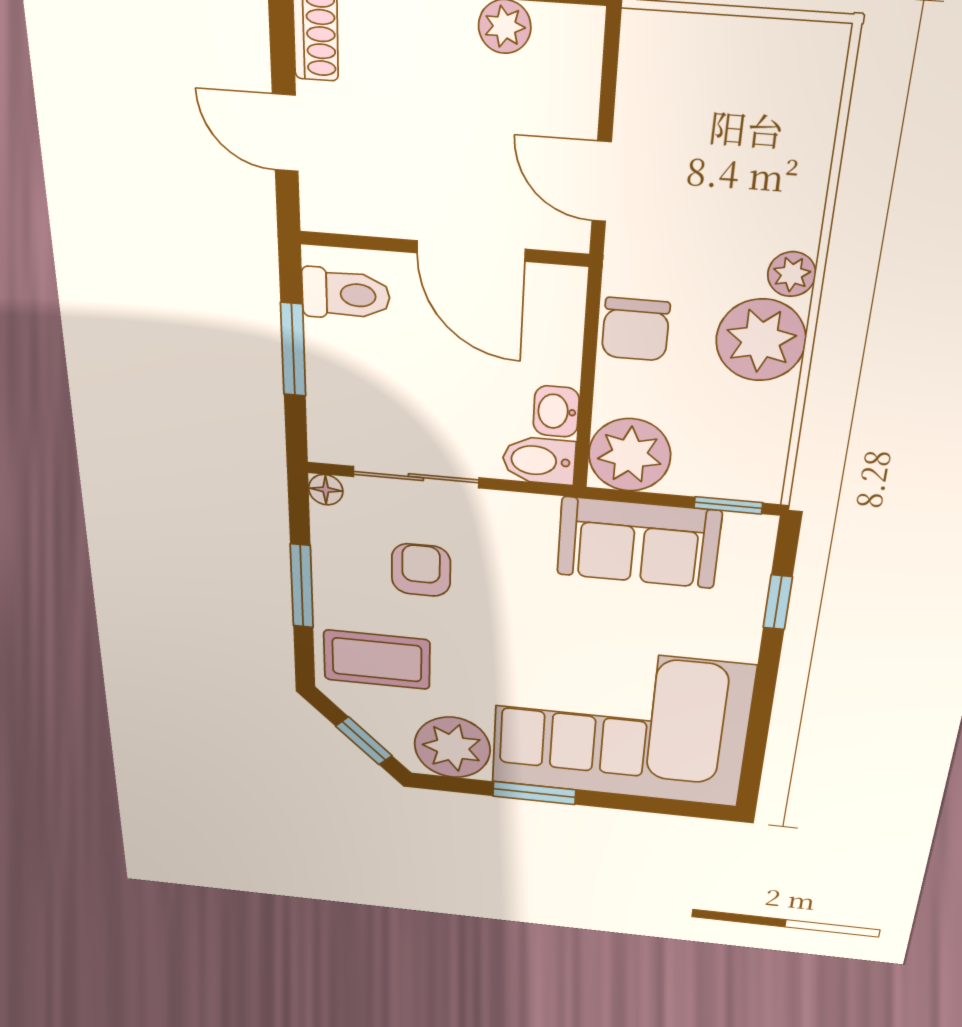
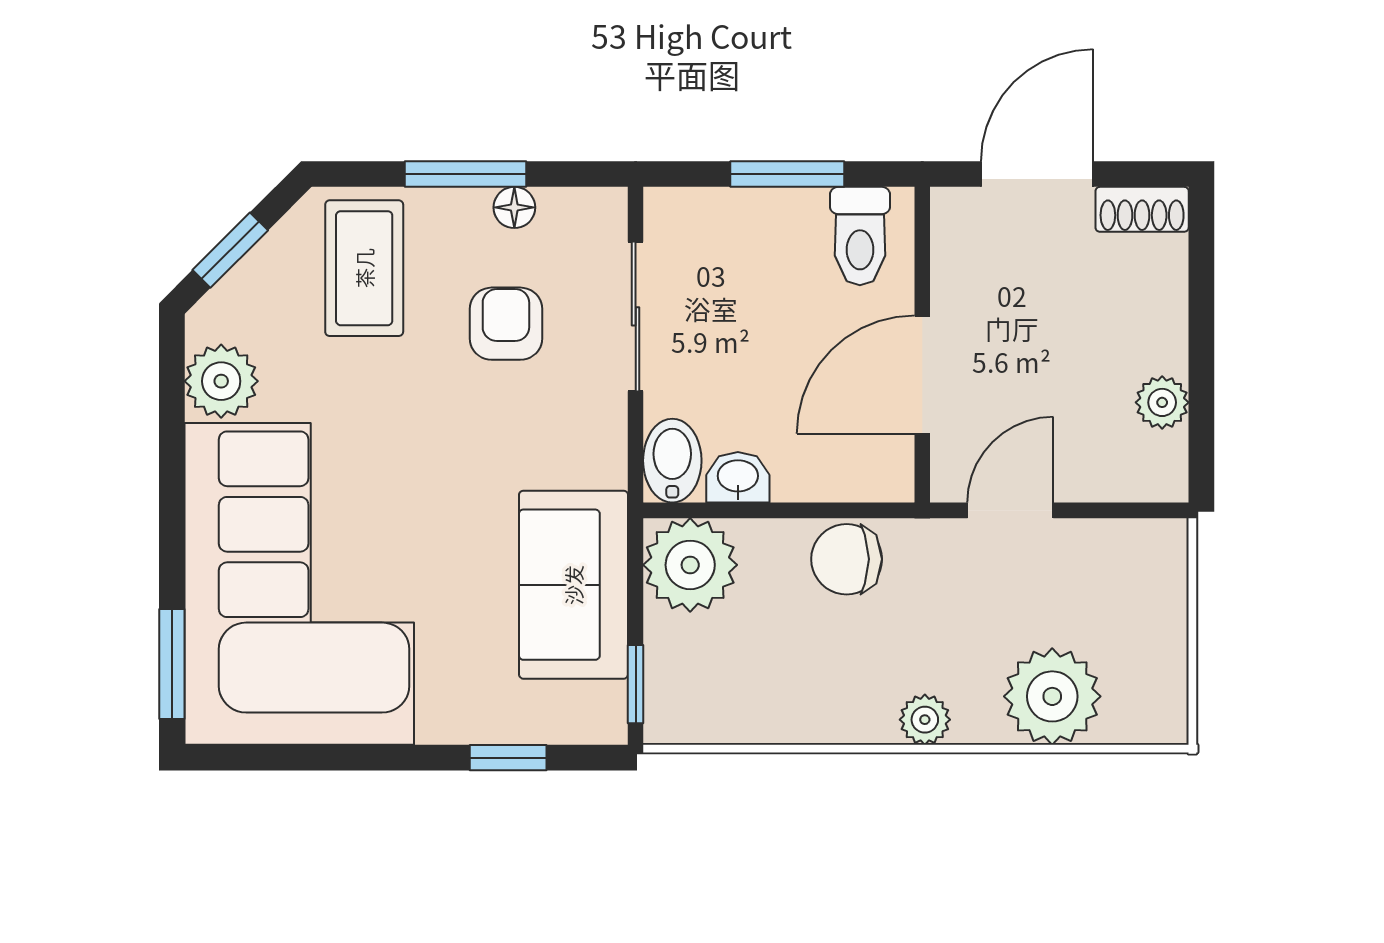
door: (285, 133) -> (1037, 174), width x1.38
plant: (761, 340) -> (1052, 696), moved
floor lamp: (326, 490) -> (514, 207), moved
armchair: (421, 570) -> (506, 324), turned -90
plant: (452, 747) -> (221, 381), width x0.73, depth x0.73
window: (534, 793) -> (172, 664), moved

